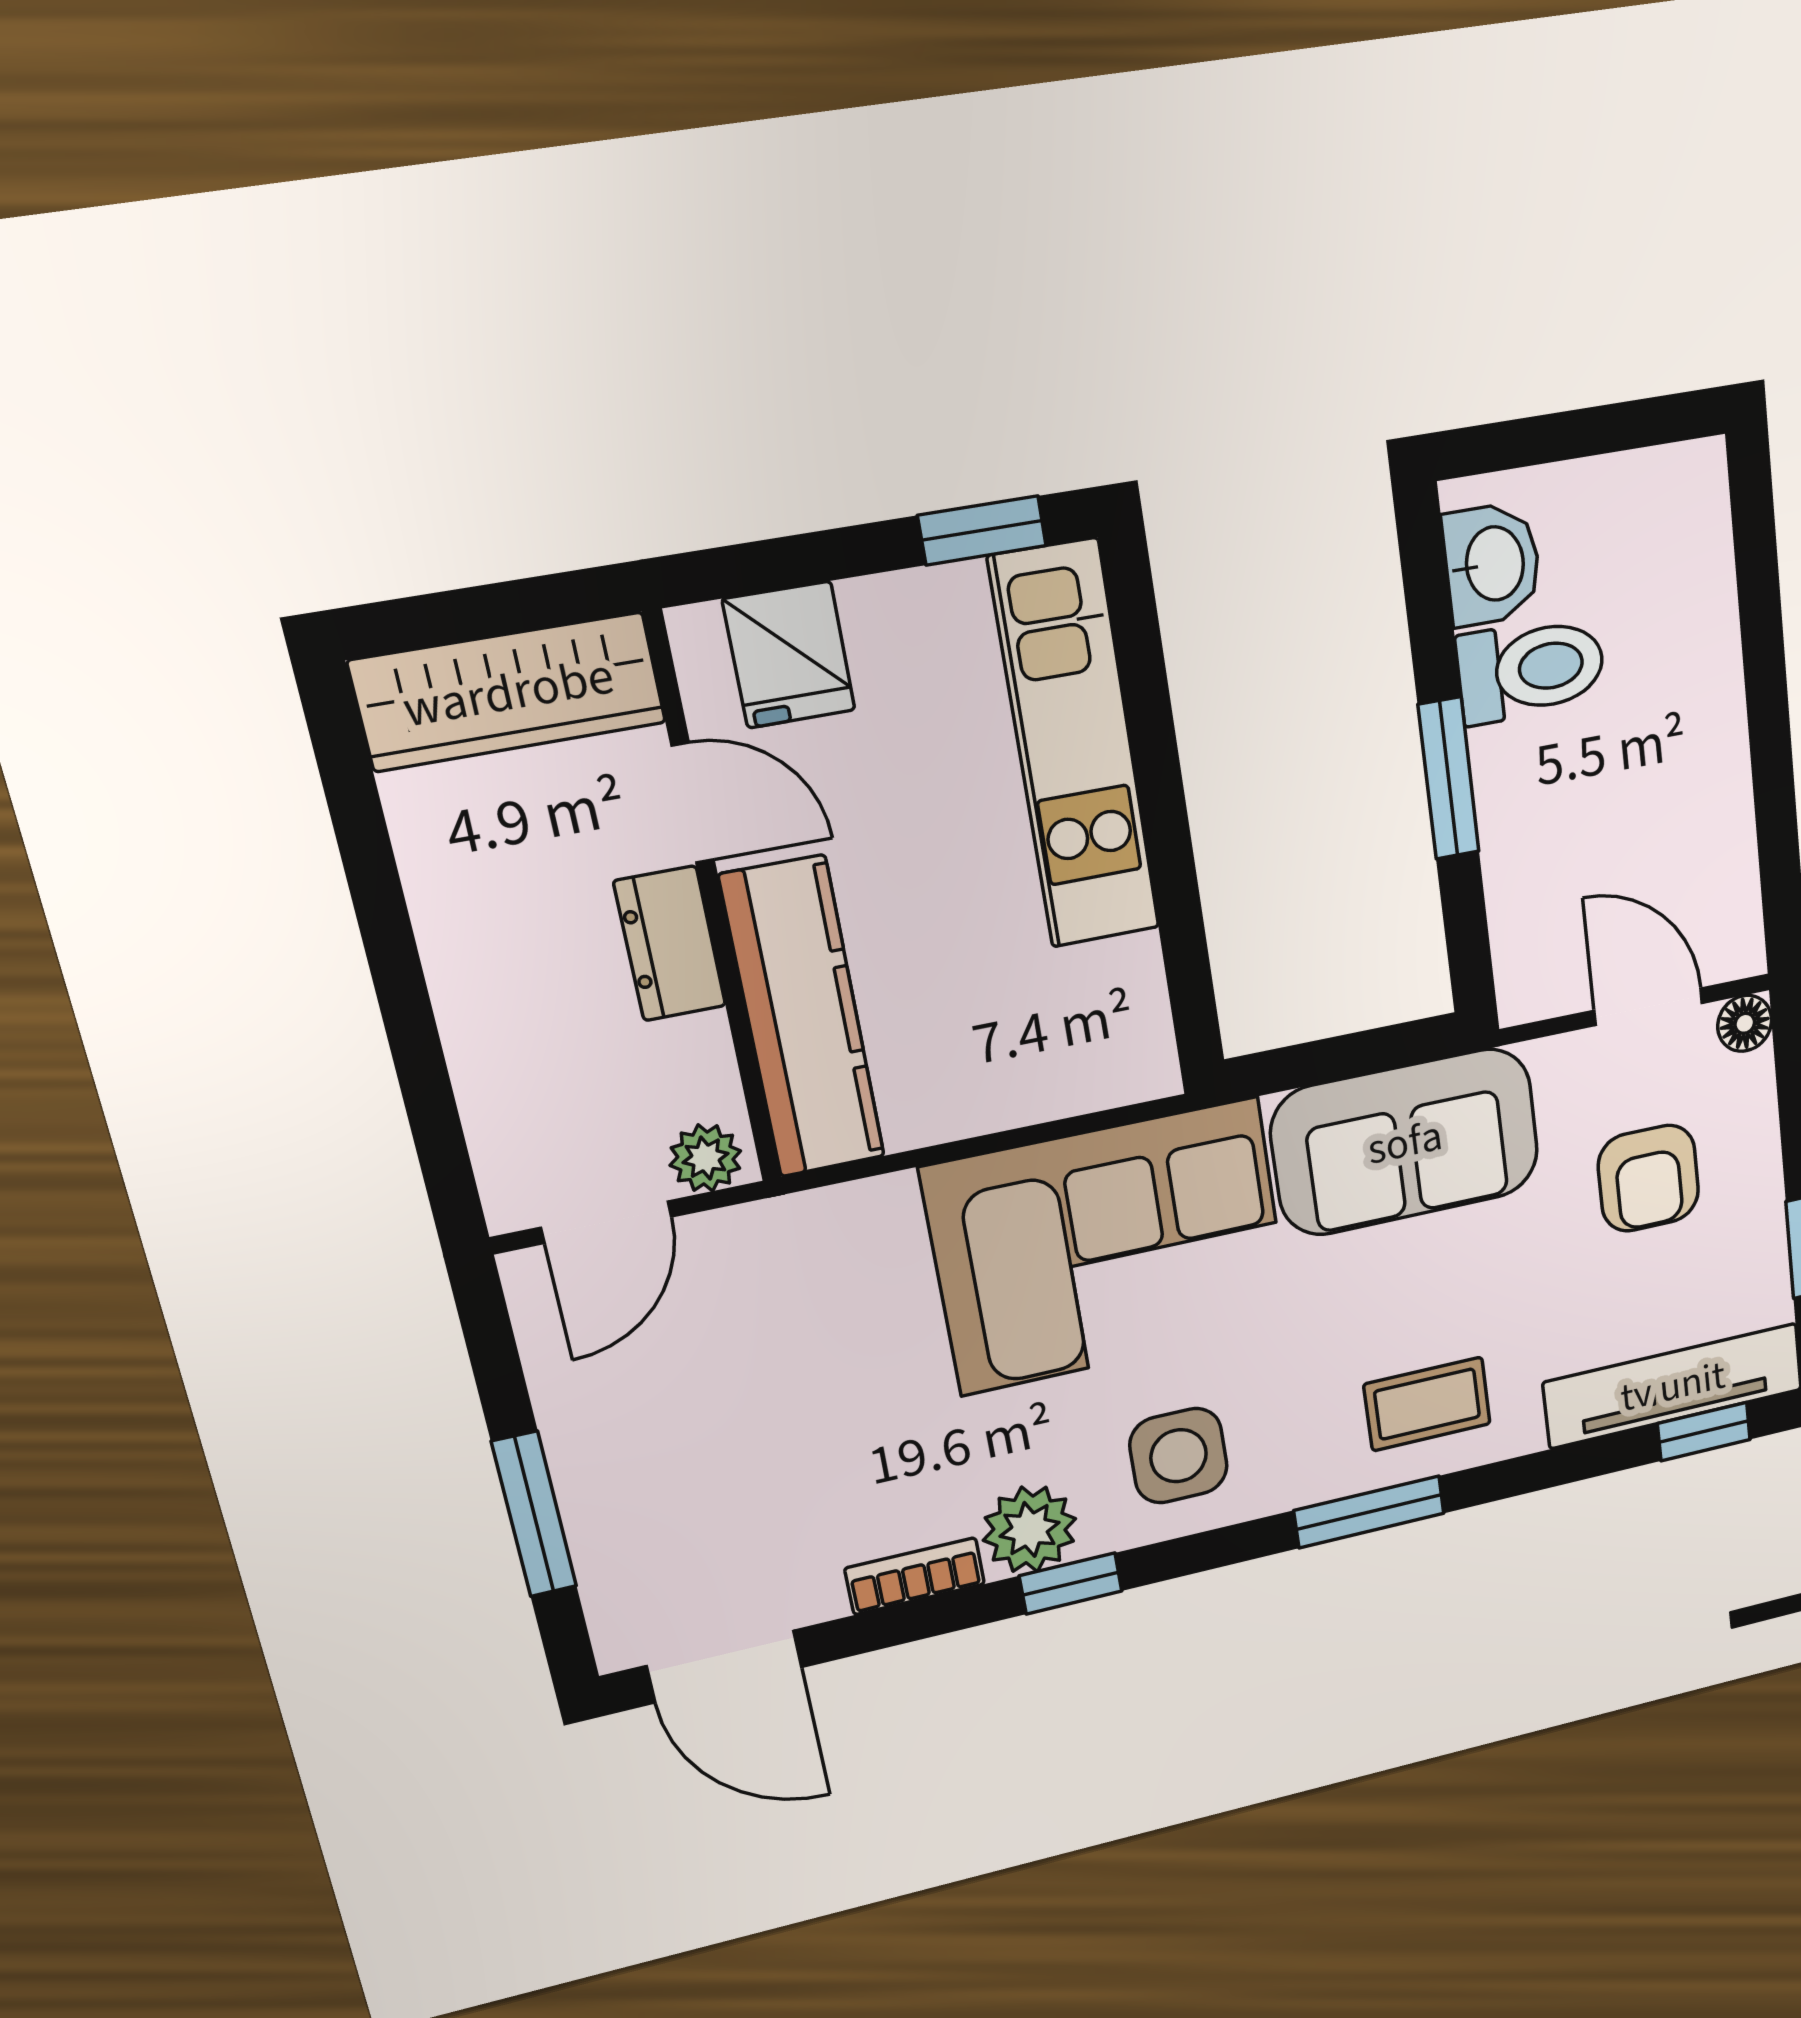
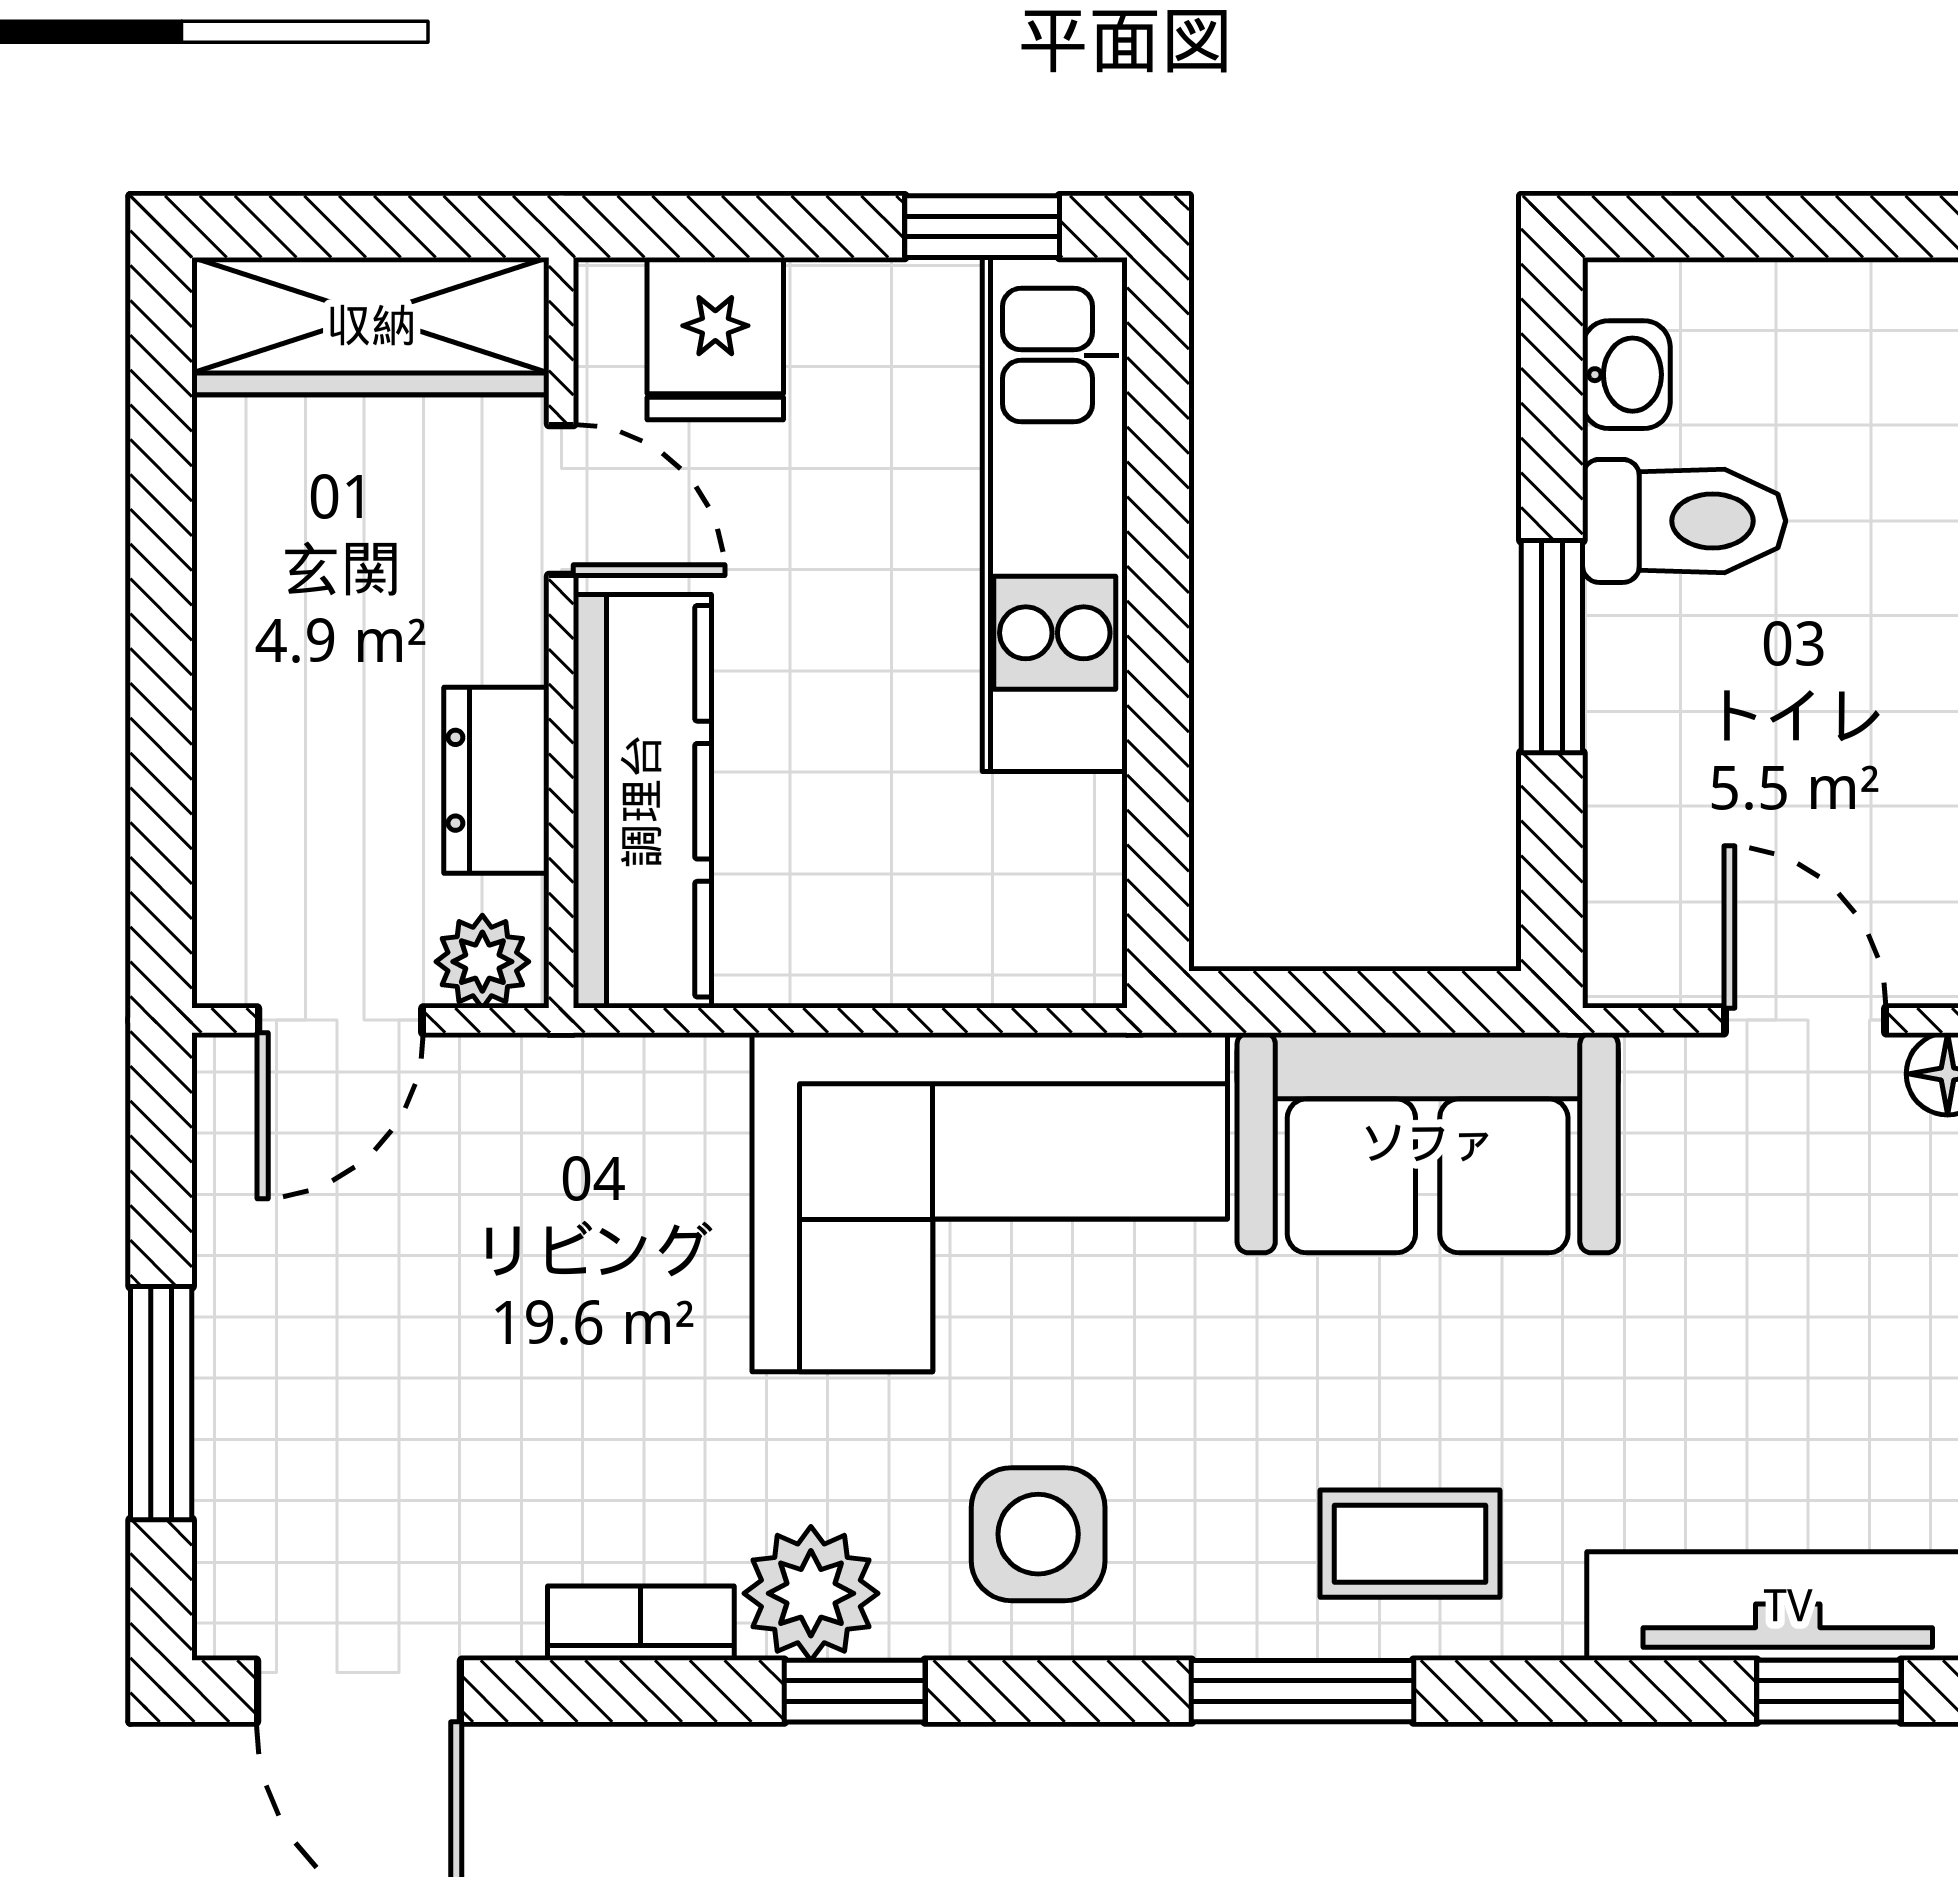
washbasin: (1492, 564) -> (1626, 375), width x0.72, depth x0.69
dresser: (670, 944) -> (496, 780), moved
armchair: (1648, 1178) -> (1780, 1275), removed

